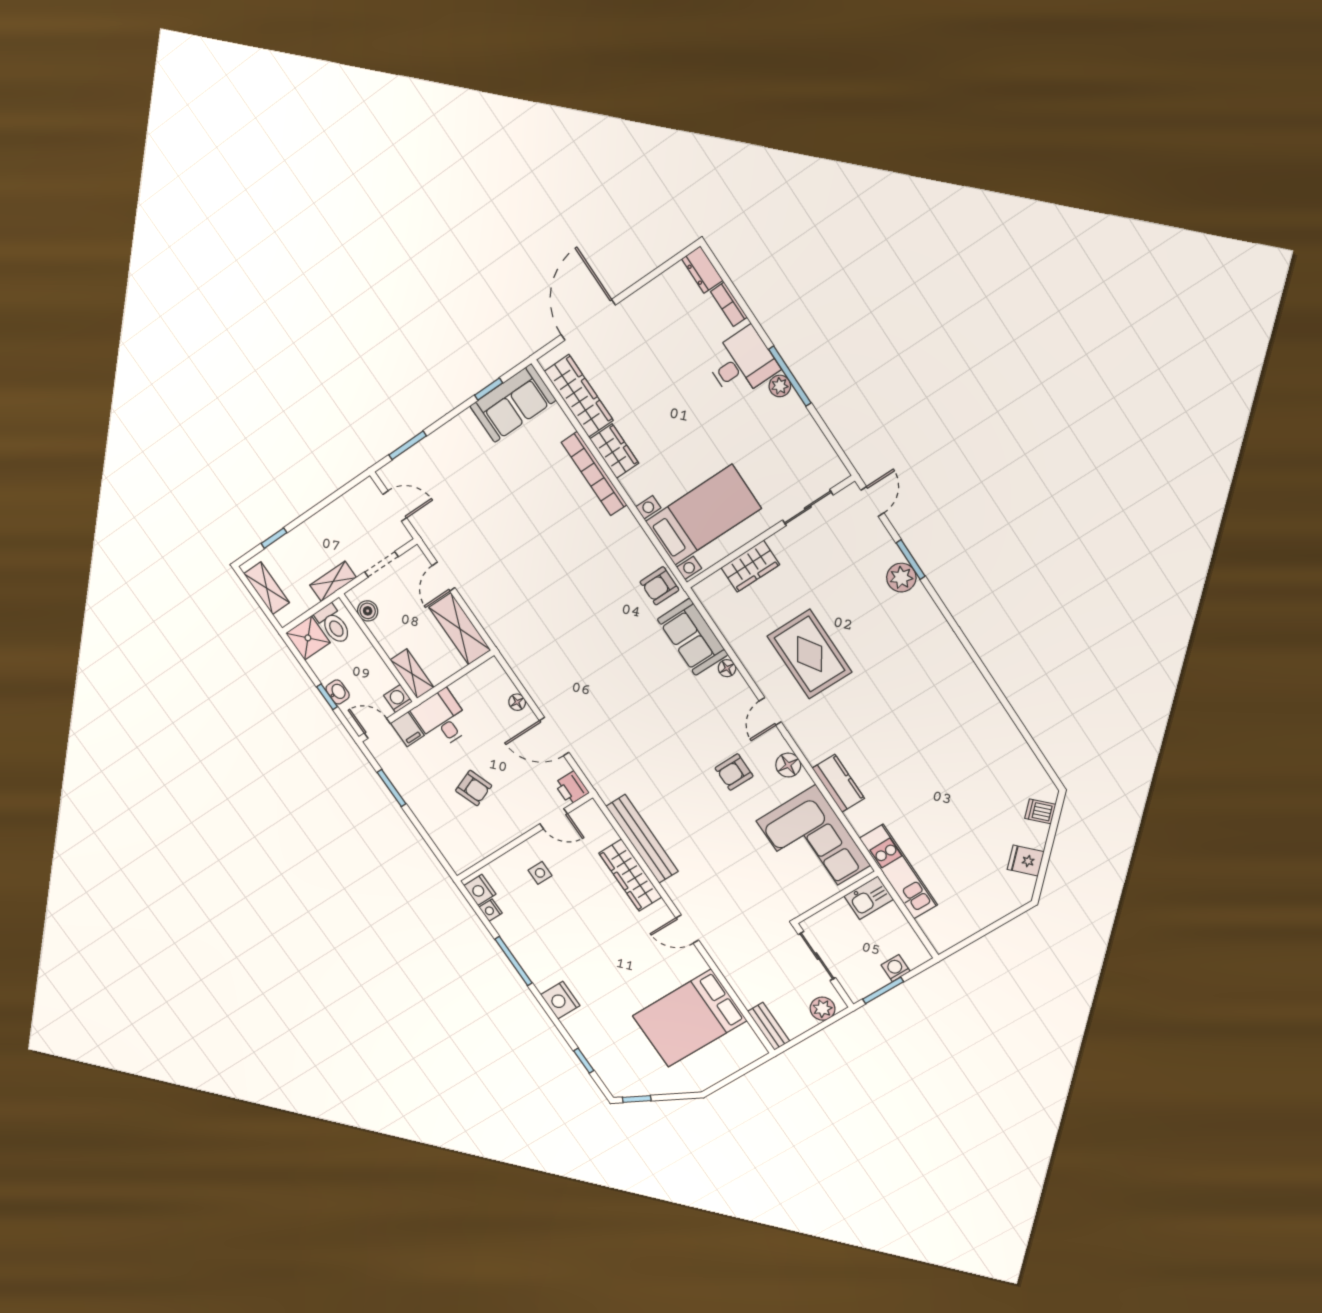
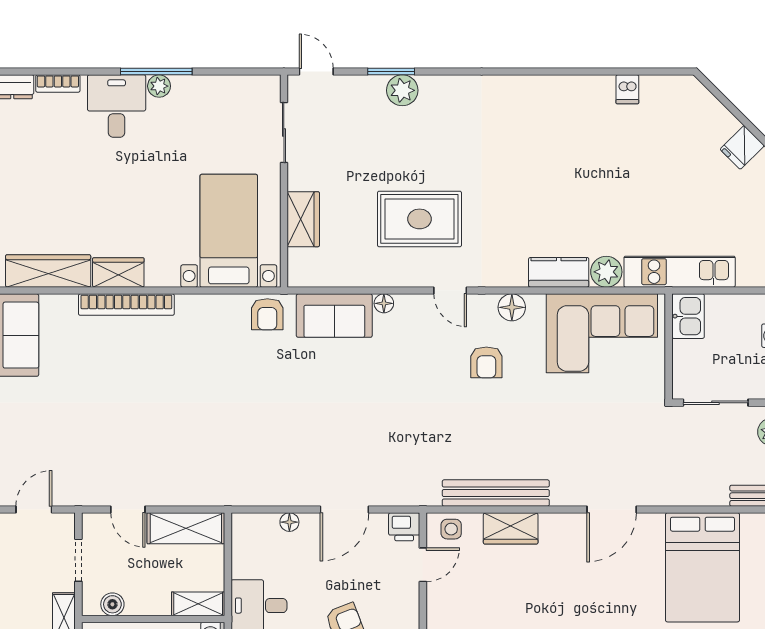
dishwasher: (1040, 811) -> (627, 89), moved, turned -45
plant: (862, 818) -> (606, 272), added
side table: (540, 873) -> (451, 529), moved
wardrobe: (630, 875) -> (511, 528), width x0.67
door: (687, 929) -> (612, 510), width x1.38

